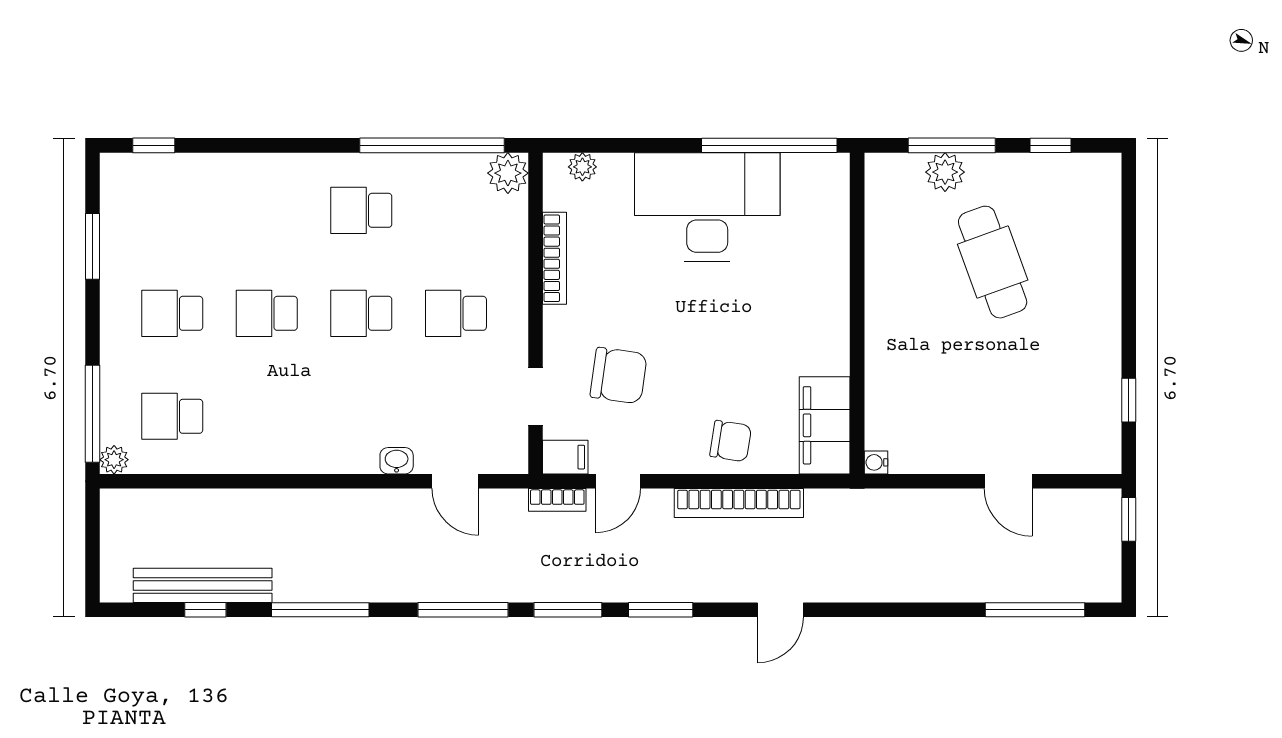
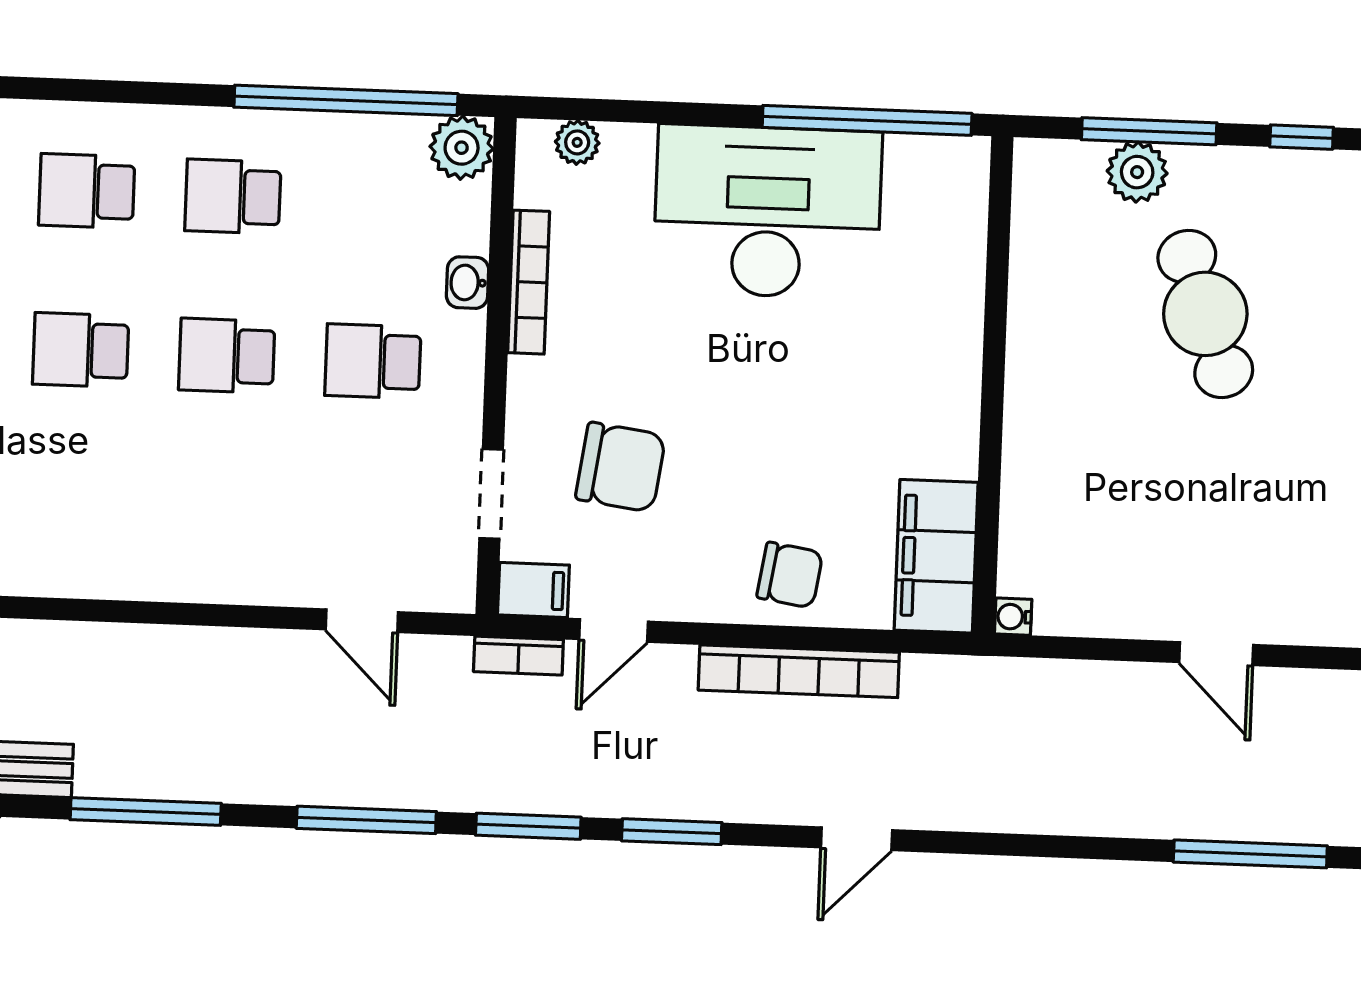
school desk: (267, 210) -> (87, 191), added
washbasin: (397, 461) -> (468, 283), moved, turned -90

